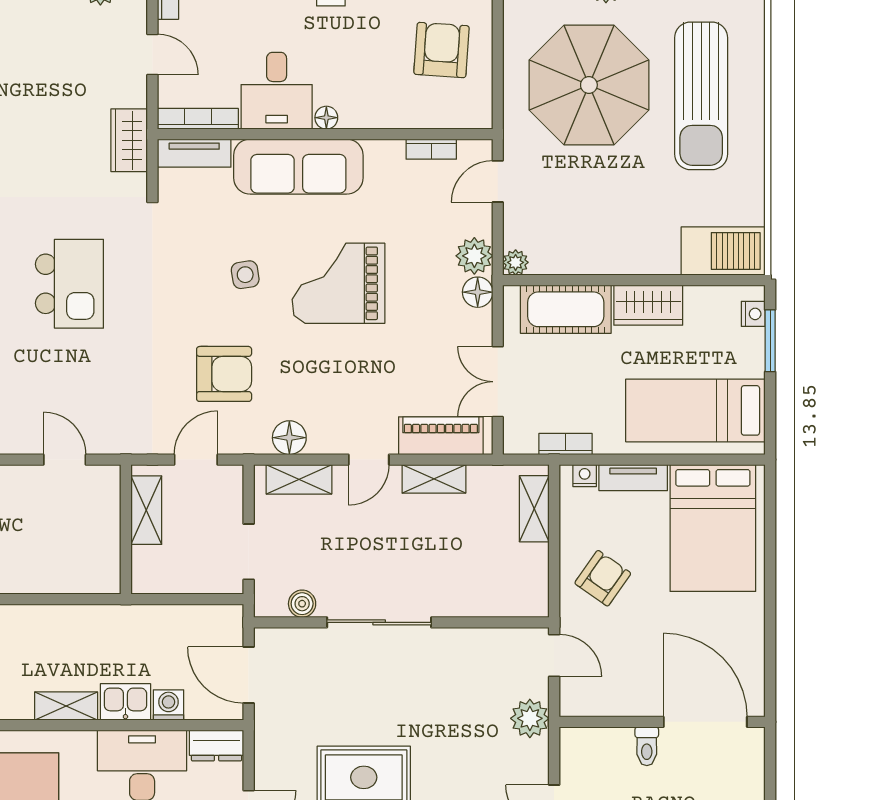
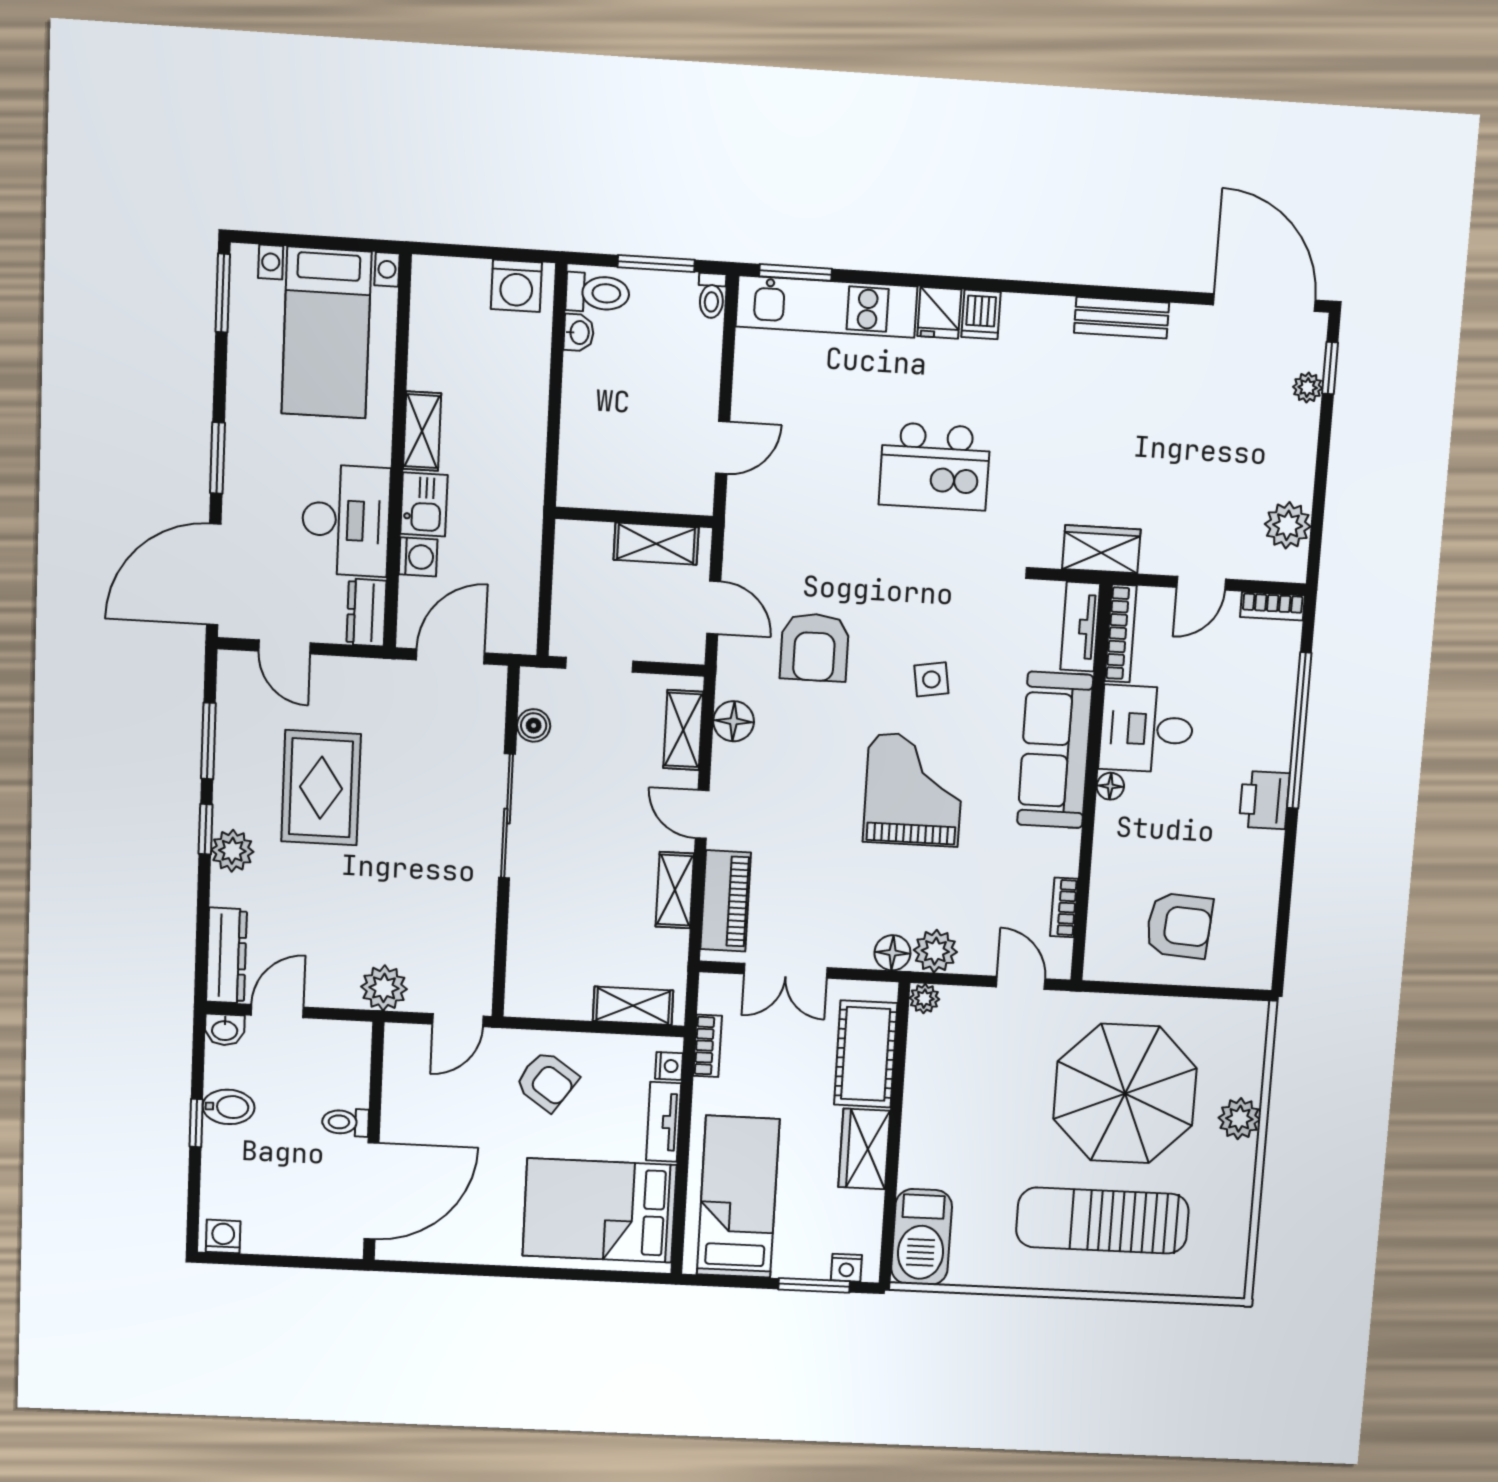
double door: (498, 382) -> (786, 971), swing flipped

